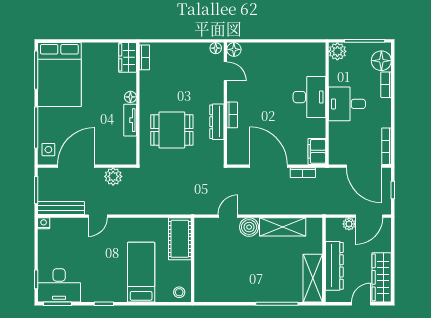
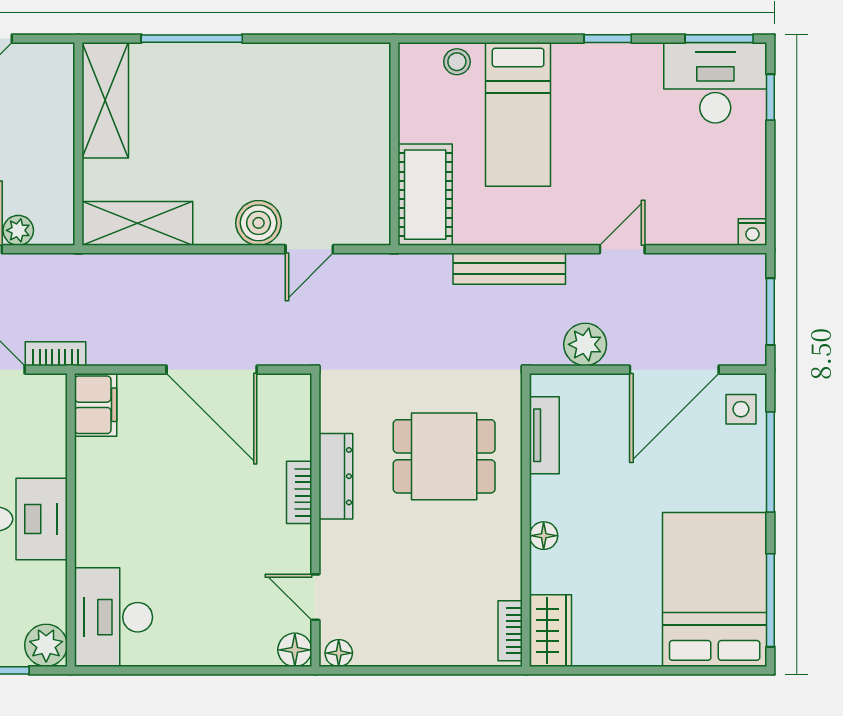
desk: (309, 97) -> (114, 617), moved
tv unit: (130, 120) -> (544, 435), moved
bookcase: (303, 173) -> (56, 354), moved
bench: (61, 208) -> (509, 269), moved
shelving: (283, 227) -> (137, 223), moved
dresser: (334, 266) -> (54, 130), removed
stool: (179, 292) -> (457, 62), moved

